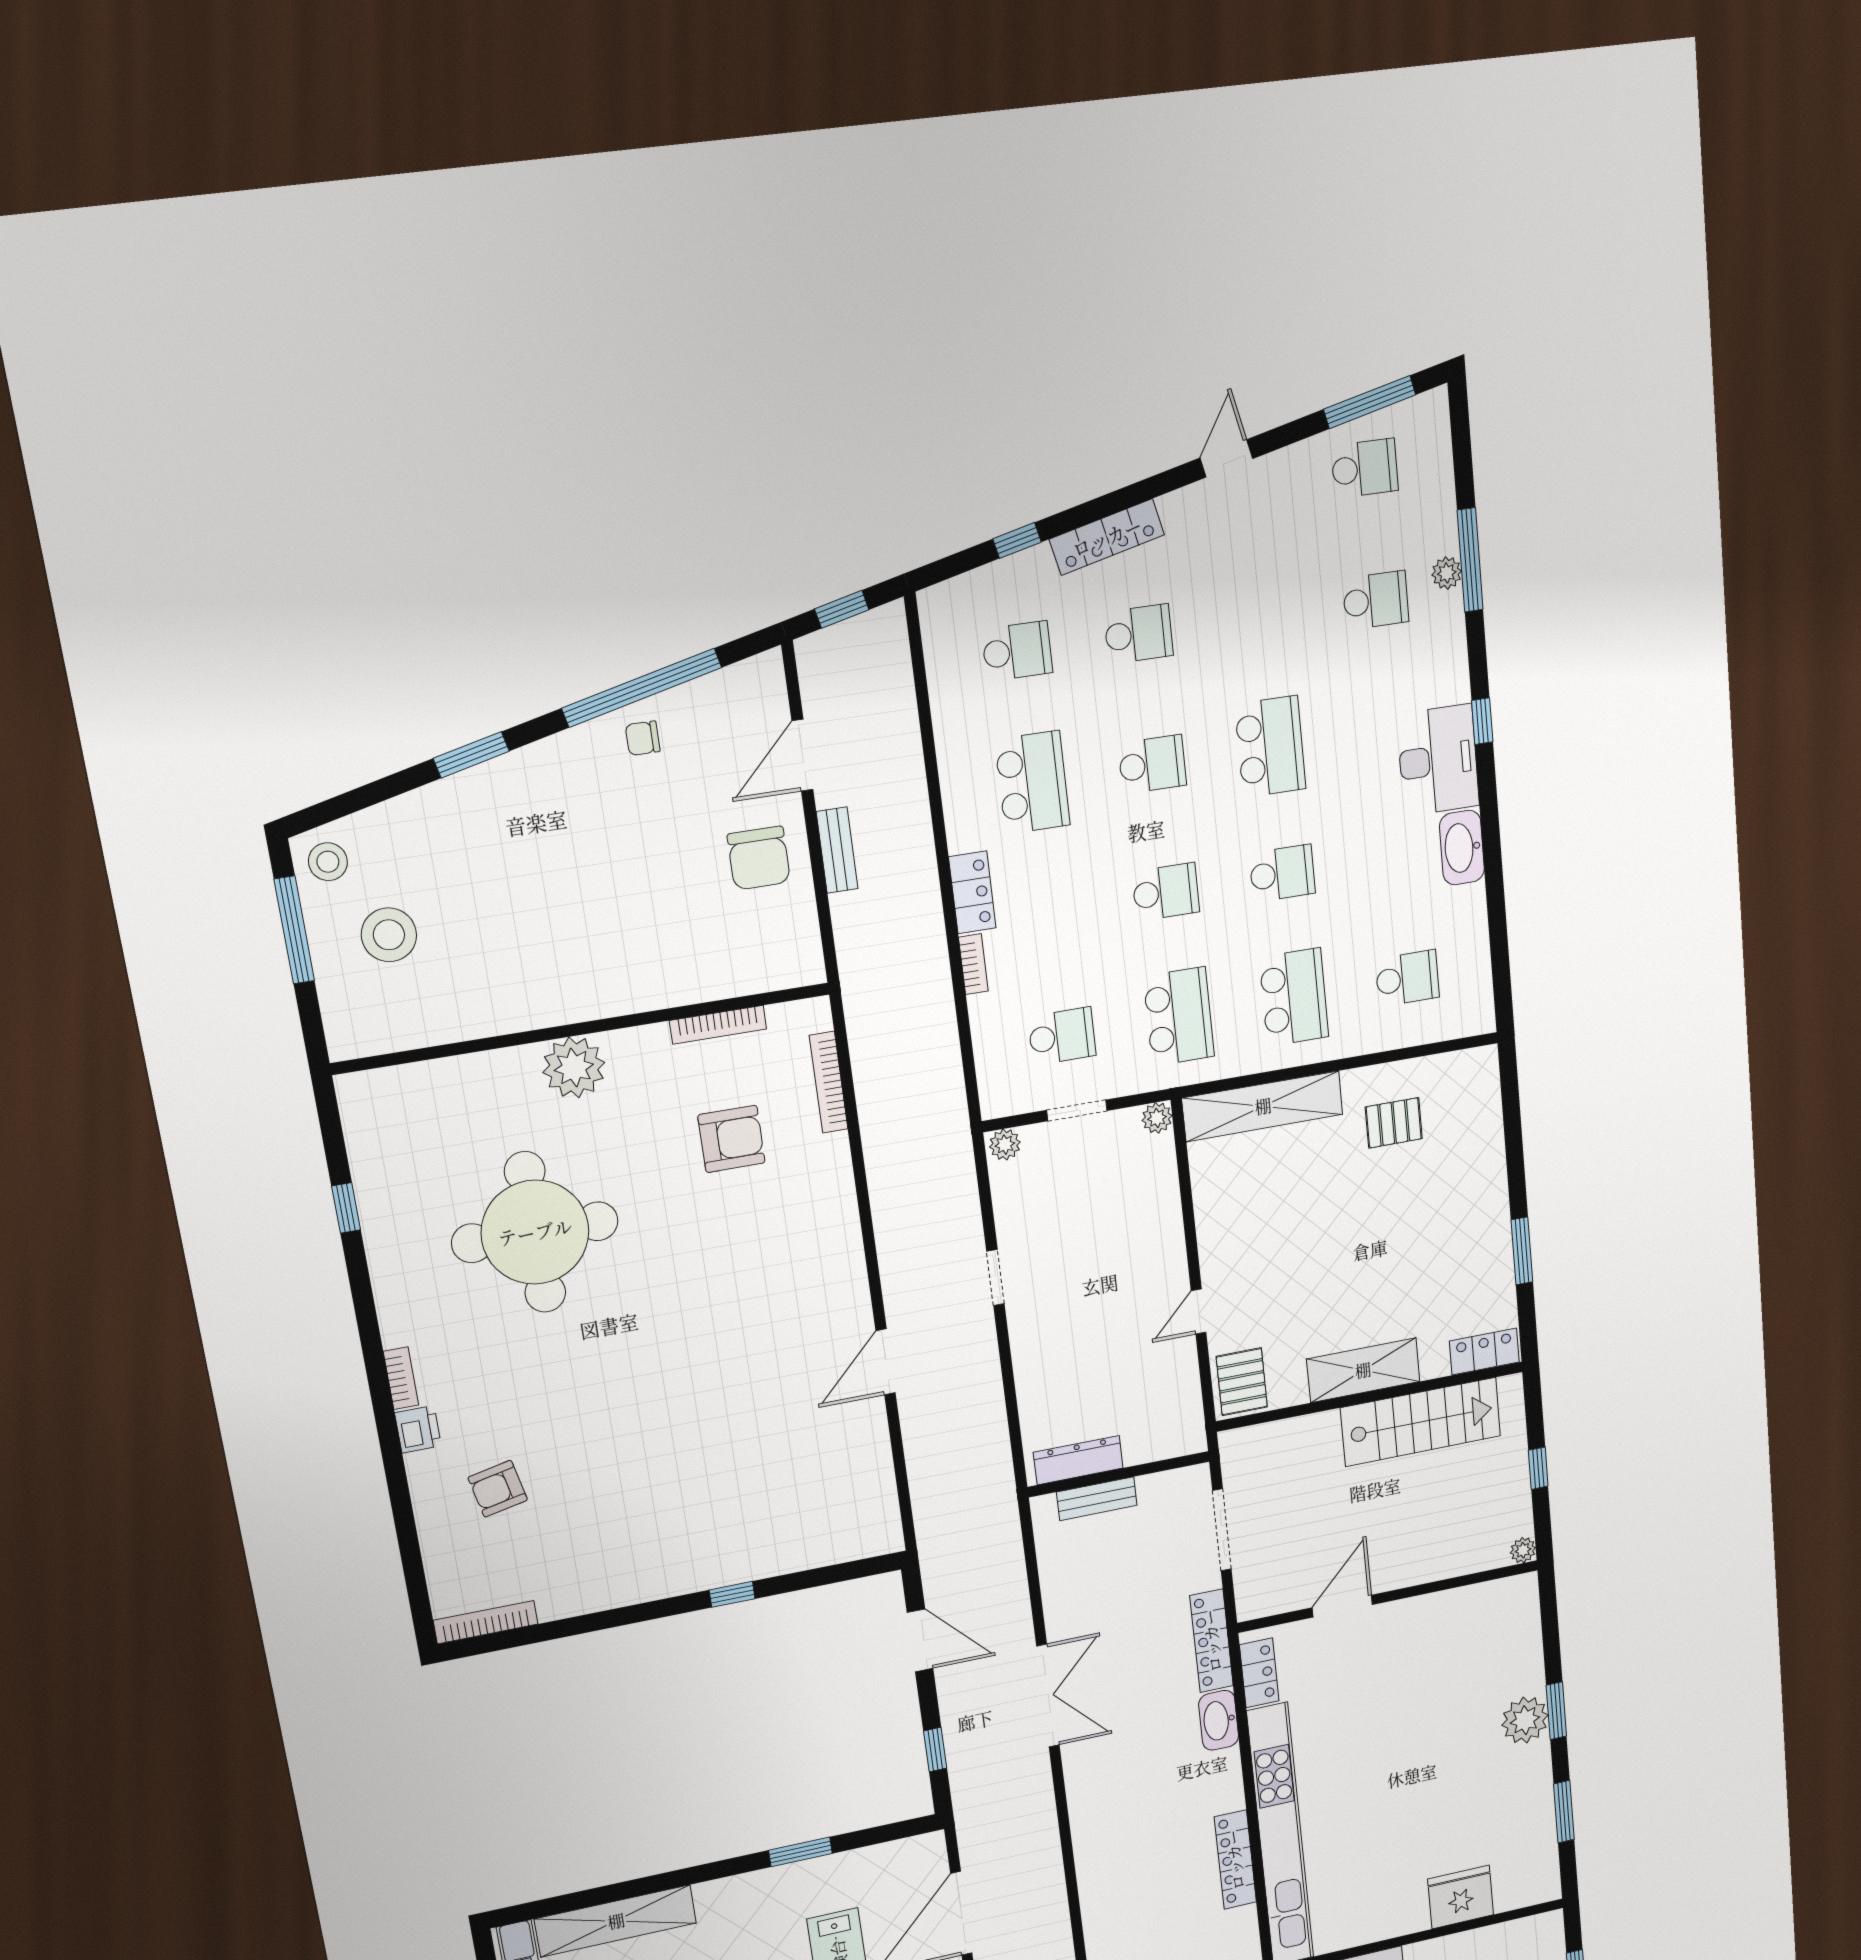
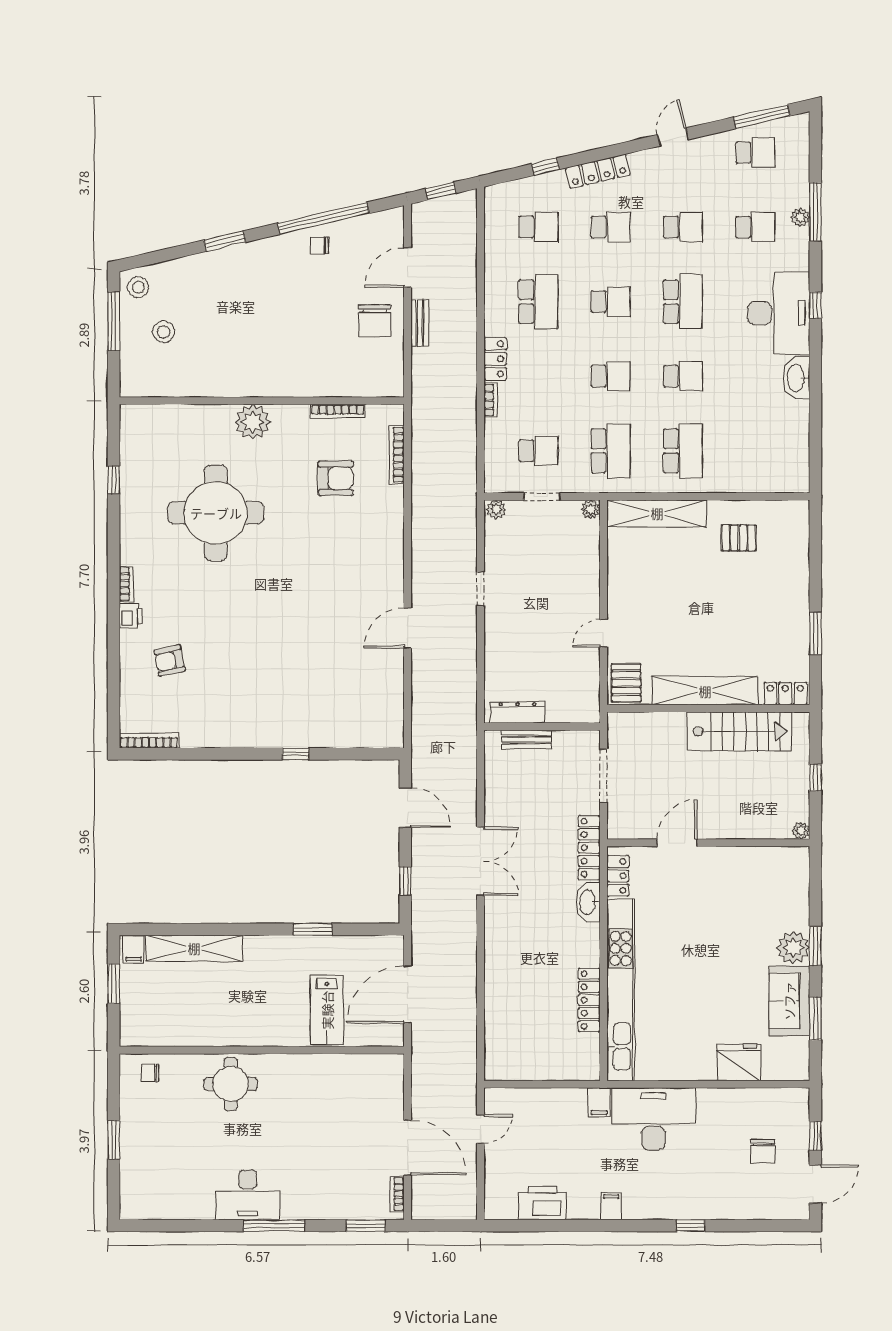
desk: (1438, 760) -> (779, 313), width x1.36, depth x1.30
stool: (389, 935) -> (164, 332), width x0.73, depth x0.73
school desk: (1407, 978) -> (683, 227), moved
shelving: (1363, 1370) -> (705, 691), width x1.47
sofa: (1525, 1796) -> (789, 1001), added

